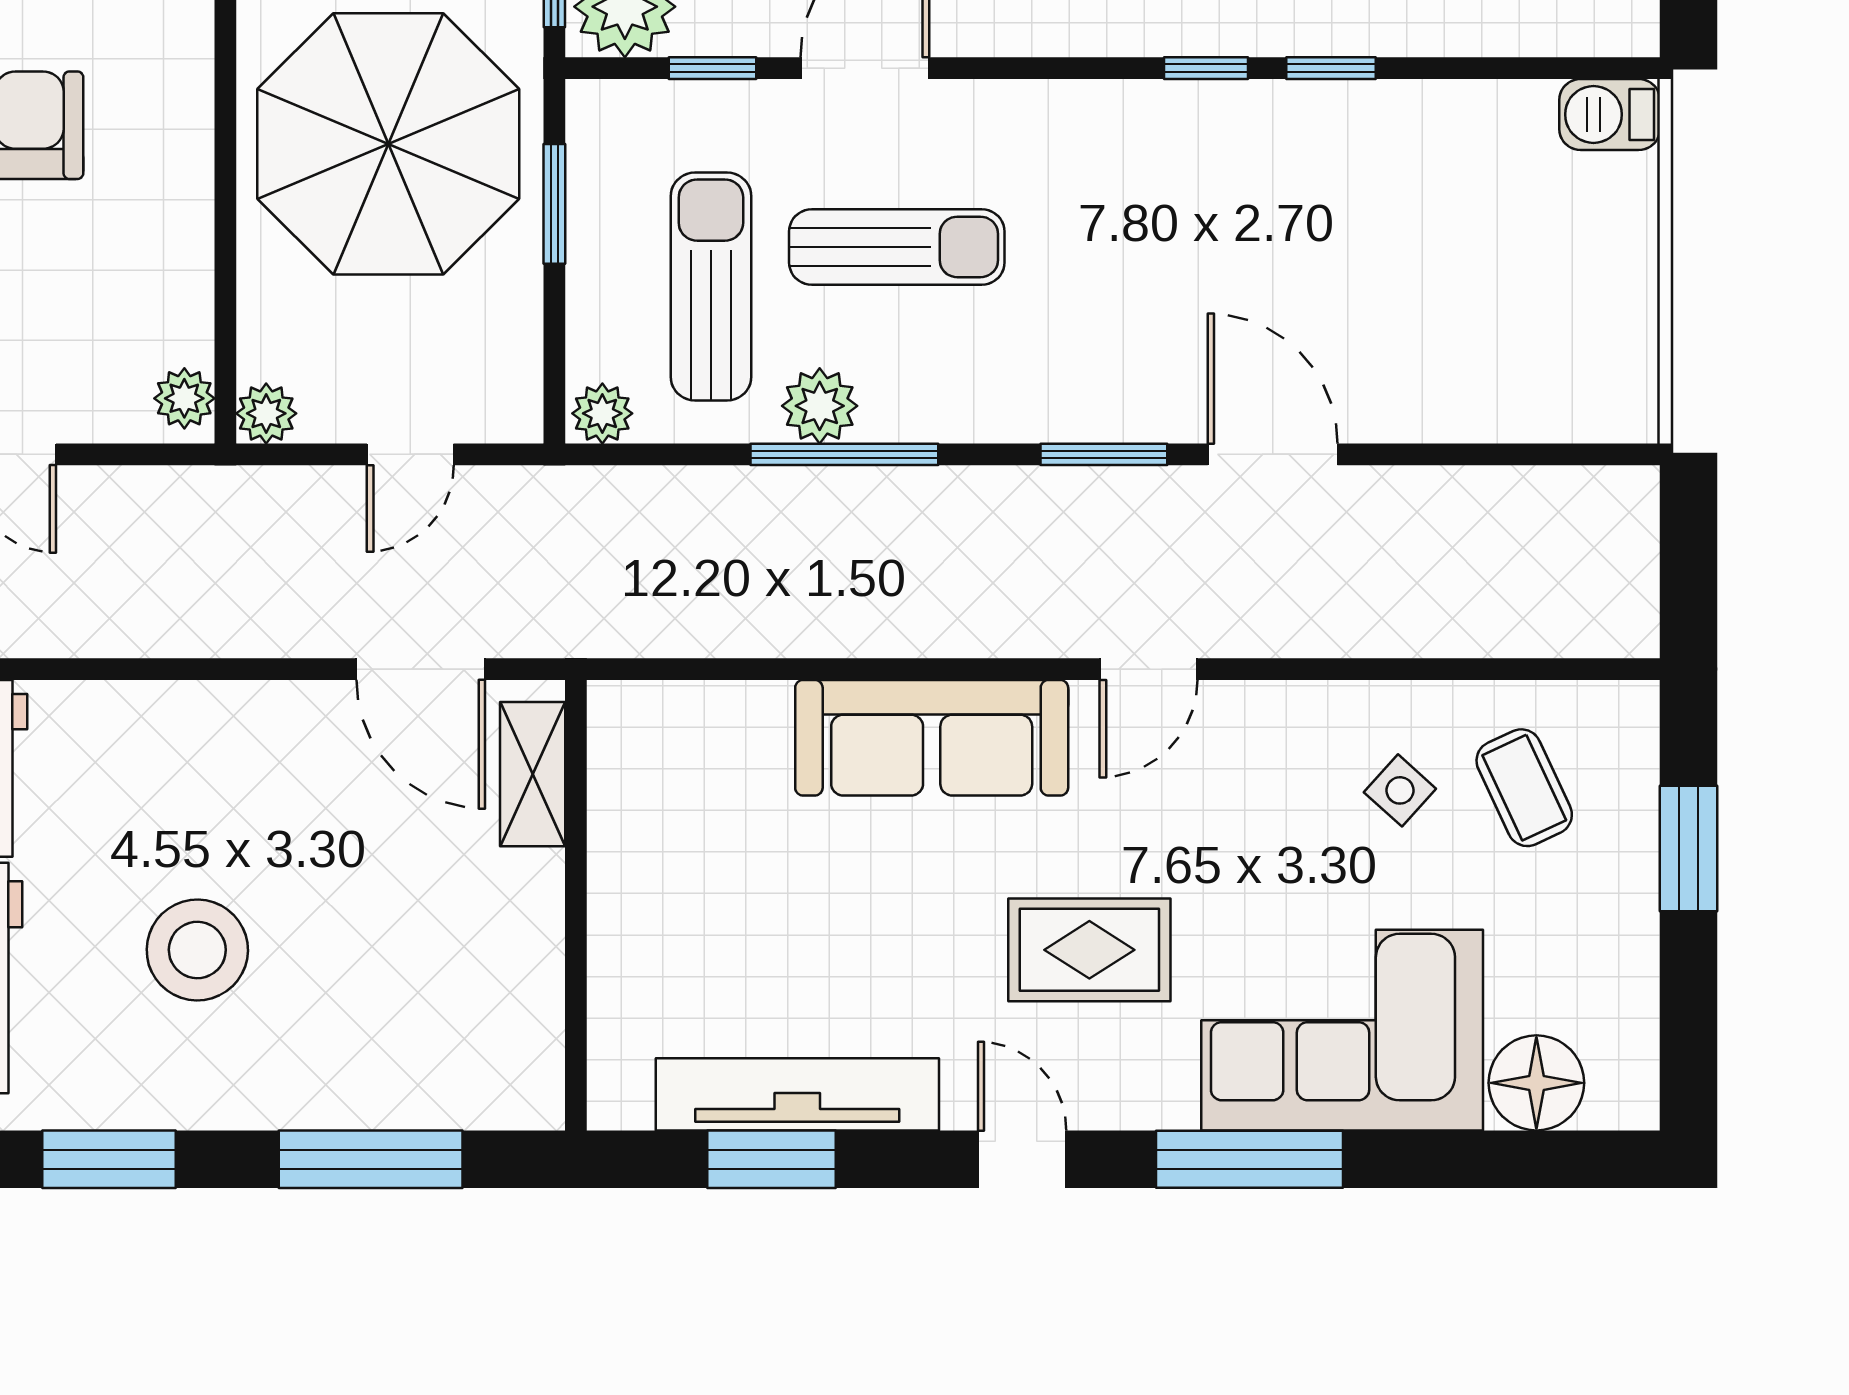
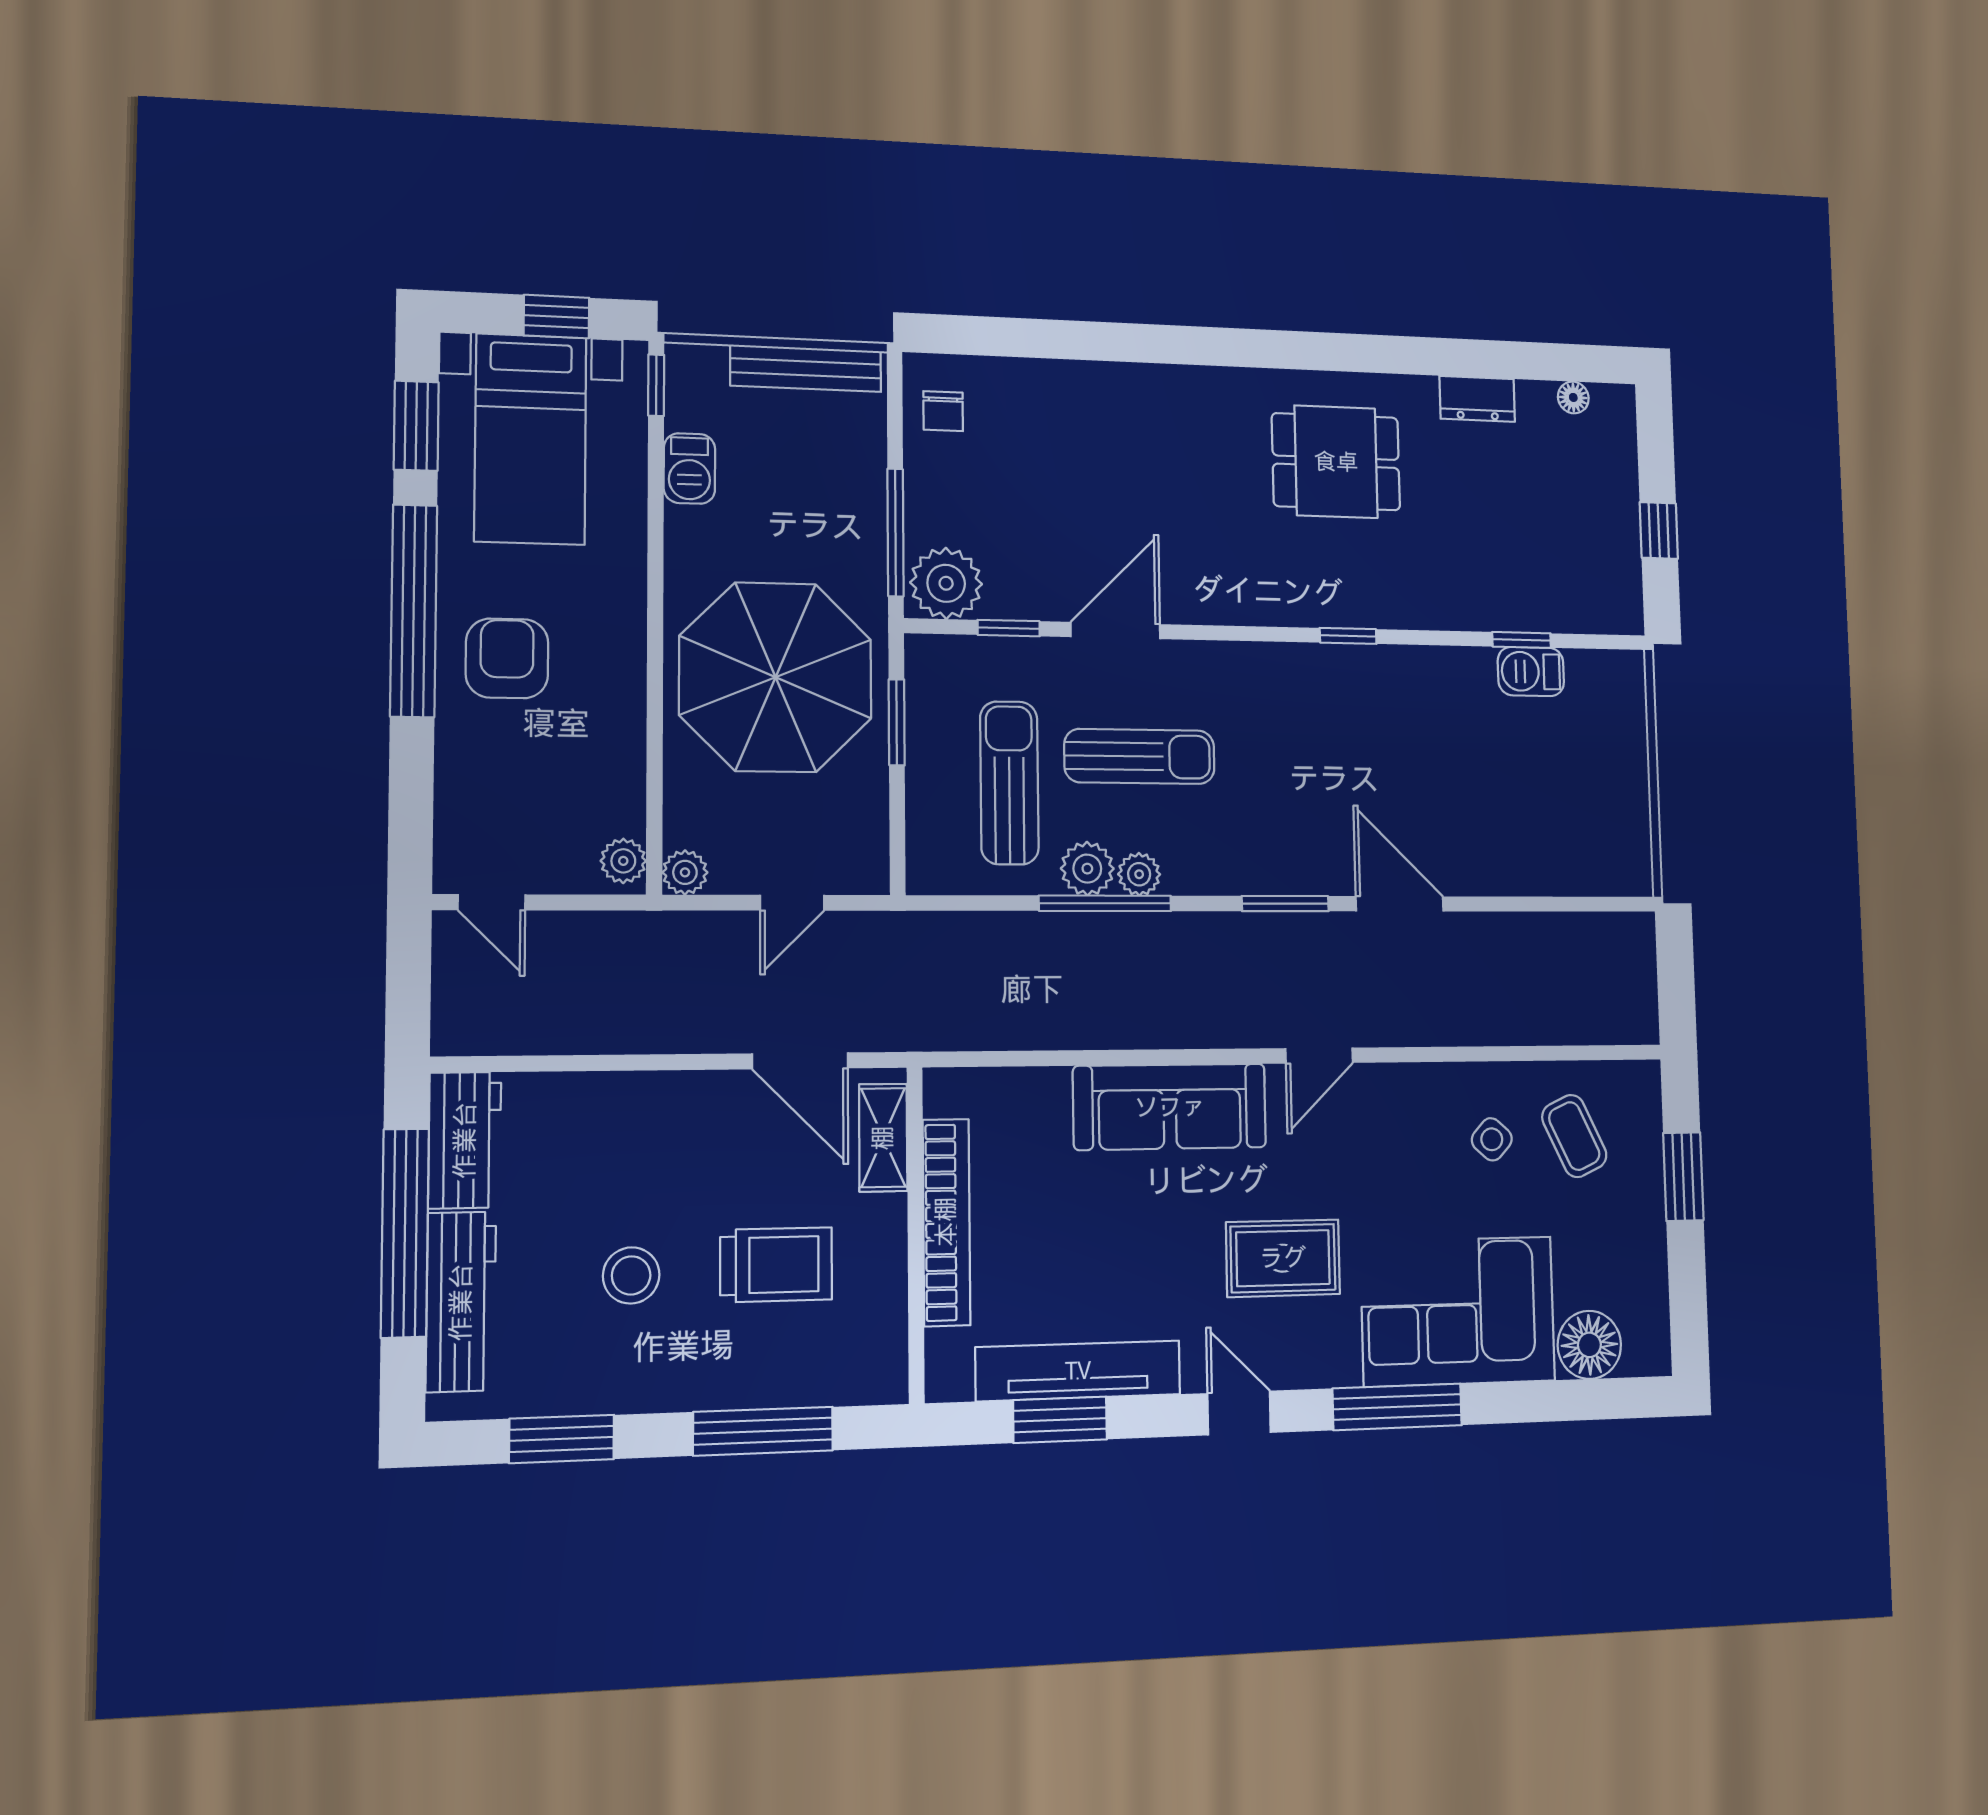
window: (1331, 68) -> (1522, 640), moved
barbecue: (1610, 114) -> (1531, 672), moved
plant: (602, 413) -> (1139, 874), moved
bookcase: (618, 890) -> (946, 1222), added
trolley: (388, 941) -> (776, 1265), added
stool: (197, 950) -> (631, 1275), width x0.73, depth x0.73

